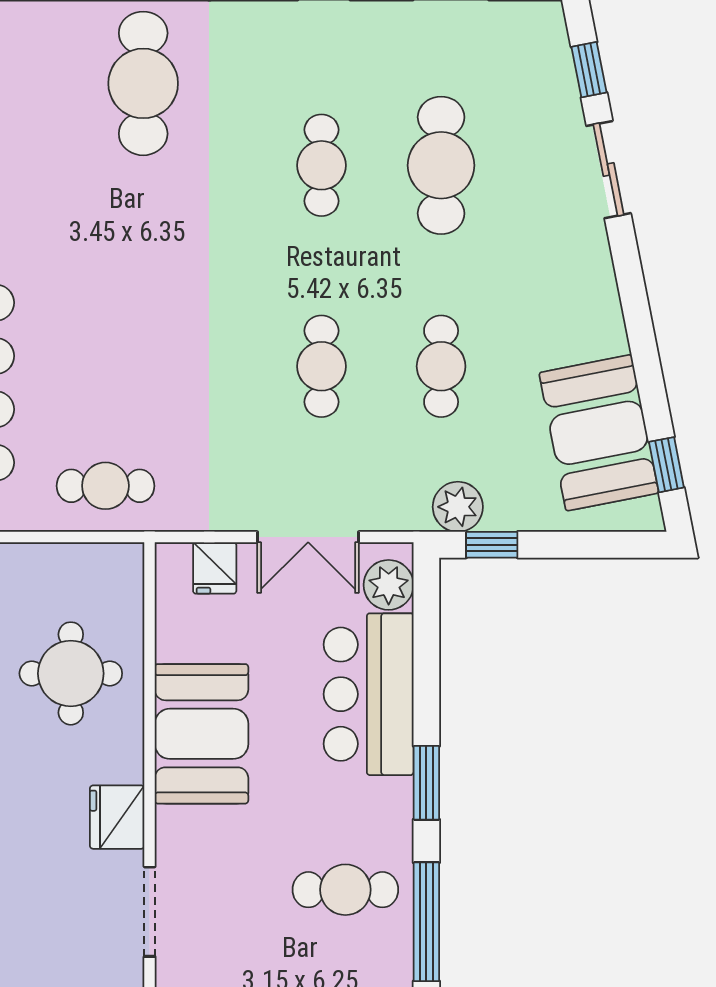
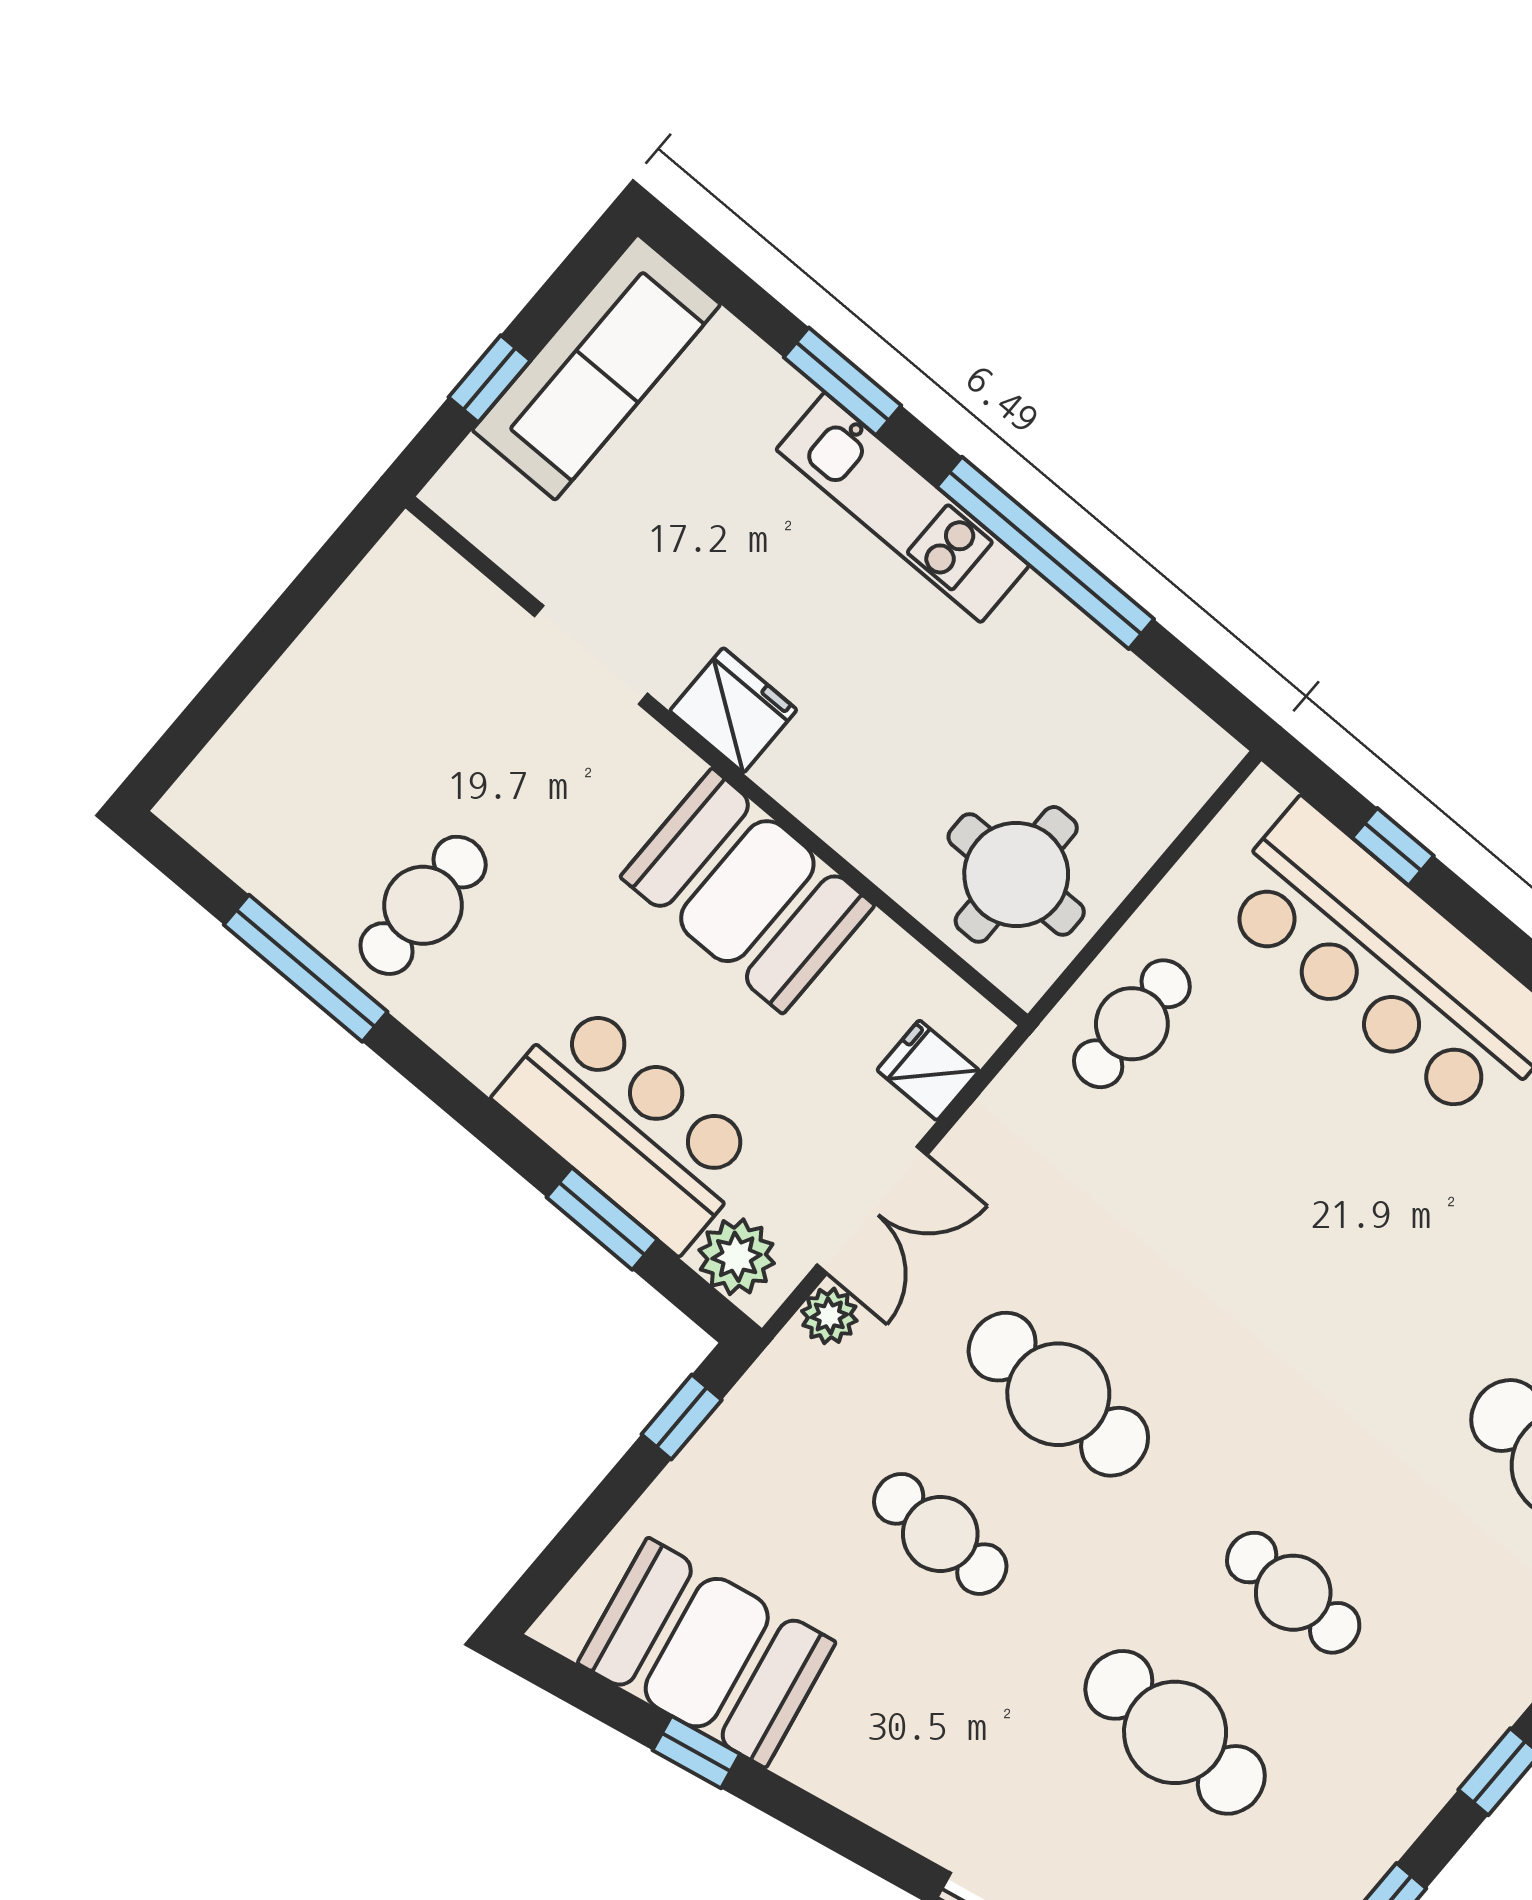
cafe table: (321, 366) -> (1058, 1394), width x1.37, depth x1.35
window: (666, 465) -> (696, 1752), moved
plant: (458, 507) -> (829, 1316), moved, width x0.73, depth x0.73
double door: (308, 537) -> (872, 1210), swing flipped
round table: (71, 673) -> (1016, 874), moved
window: (426, 783) -> (602, 1219), moved

